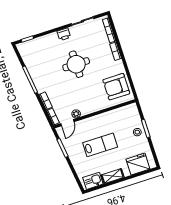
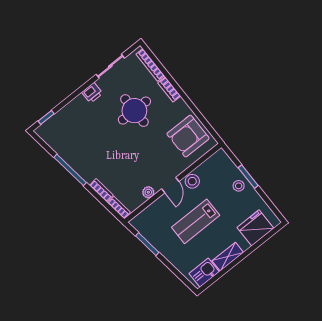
round table: (76, 64) -> (134, 111), moved
stool: (108, 118) -> (192, 181), added
door: (67, 123) -> (170, 185), moved
lab bench: (100, 145) -> (196, 221), turned 180

